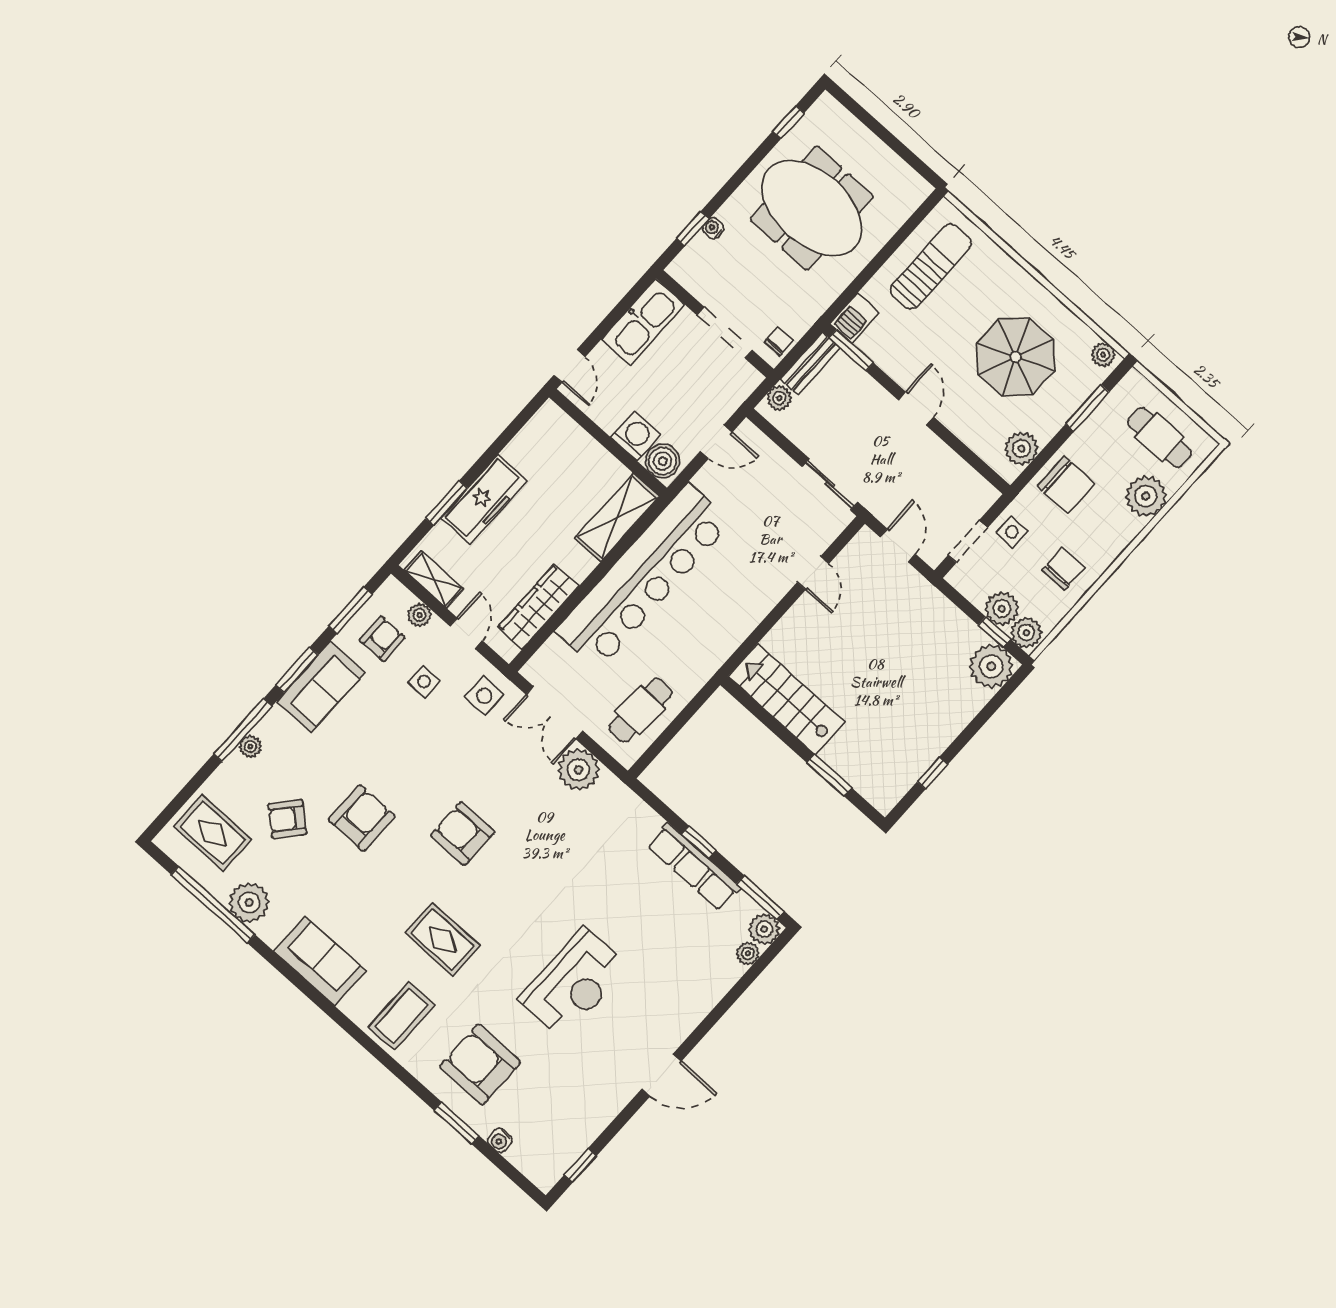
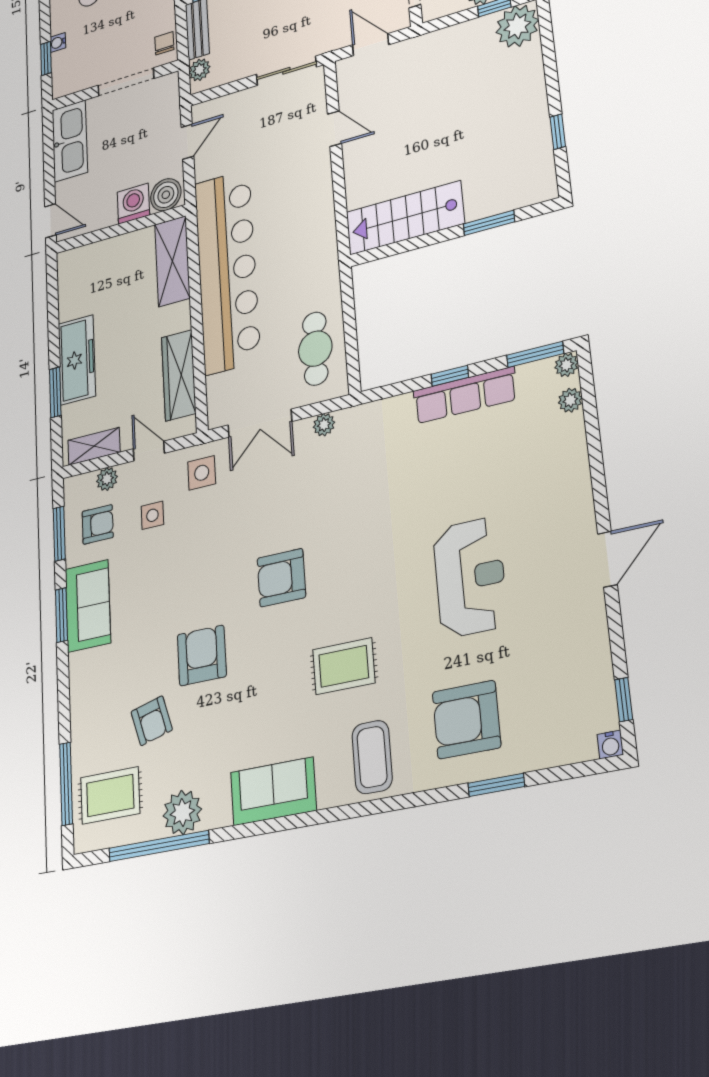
armchair: (382, 639) -> (98, 524), turned 90
window: (243, 730) -> (66, 784), moved
plant: (250, 746) -> (79, 704), removed
plant: (578, 770) -> (324, 425), width x0.53, depth x0.53
armchair: (287, 819) -> (152, 721), turned -56
plant: (764, 929) -> (566, 365), width x0.73, depth x0.73
water cooler: (500, 1140) -> (610, 745), moved

